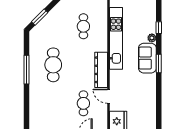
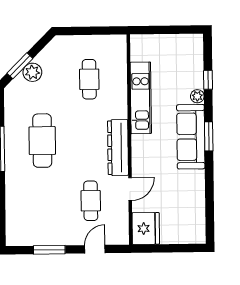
plant: (47, 21) -> (32, 72), added
kitchen unit: (116, 38) -> (141, 98), width x0.73
sofa: (147, 58) -> (191, 137), width x1.36
door: (109, 96) -> (130, 189), swing flipped

